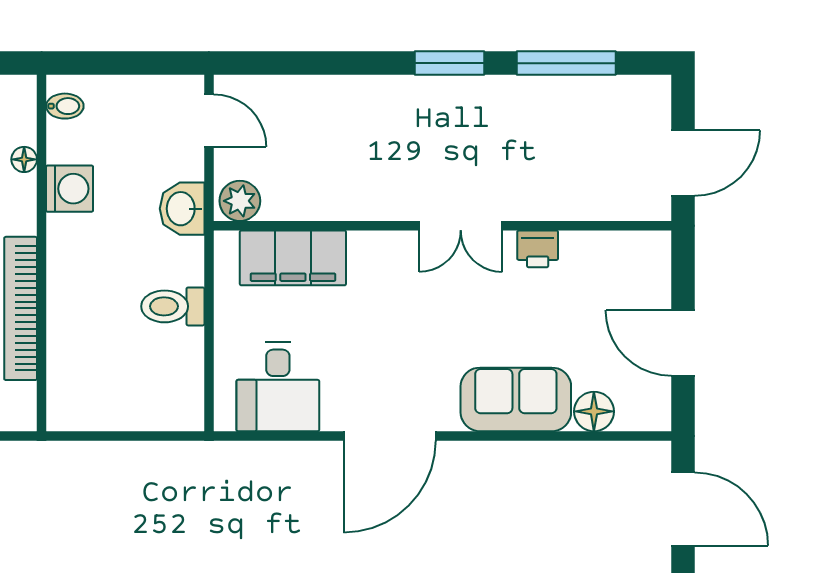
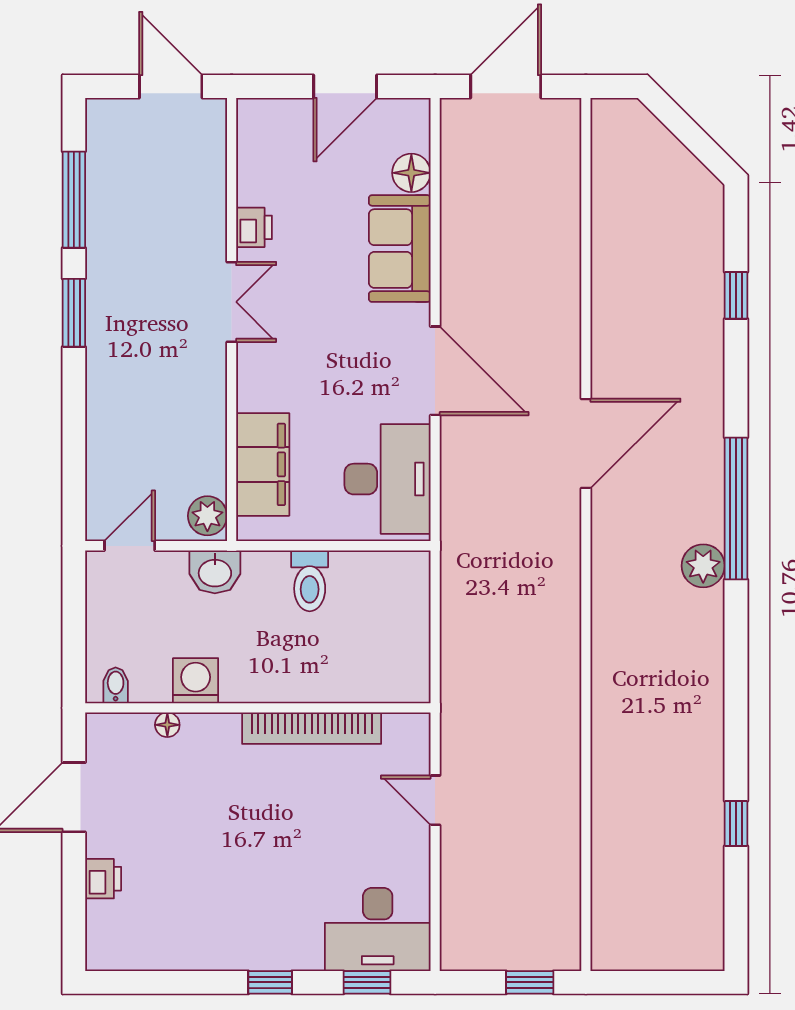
desk: (278, 387) -> (387, 479), width x1.37

